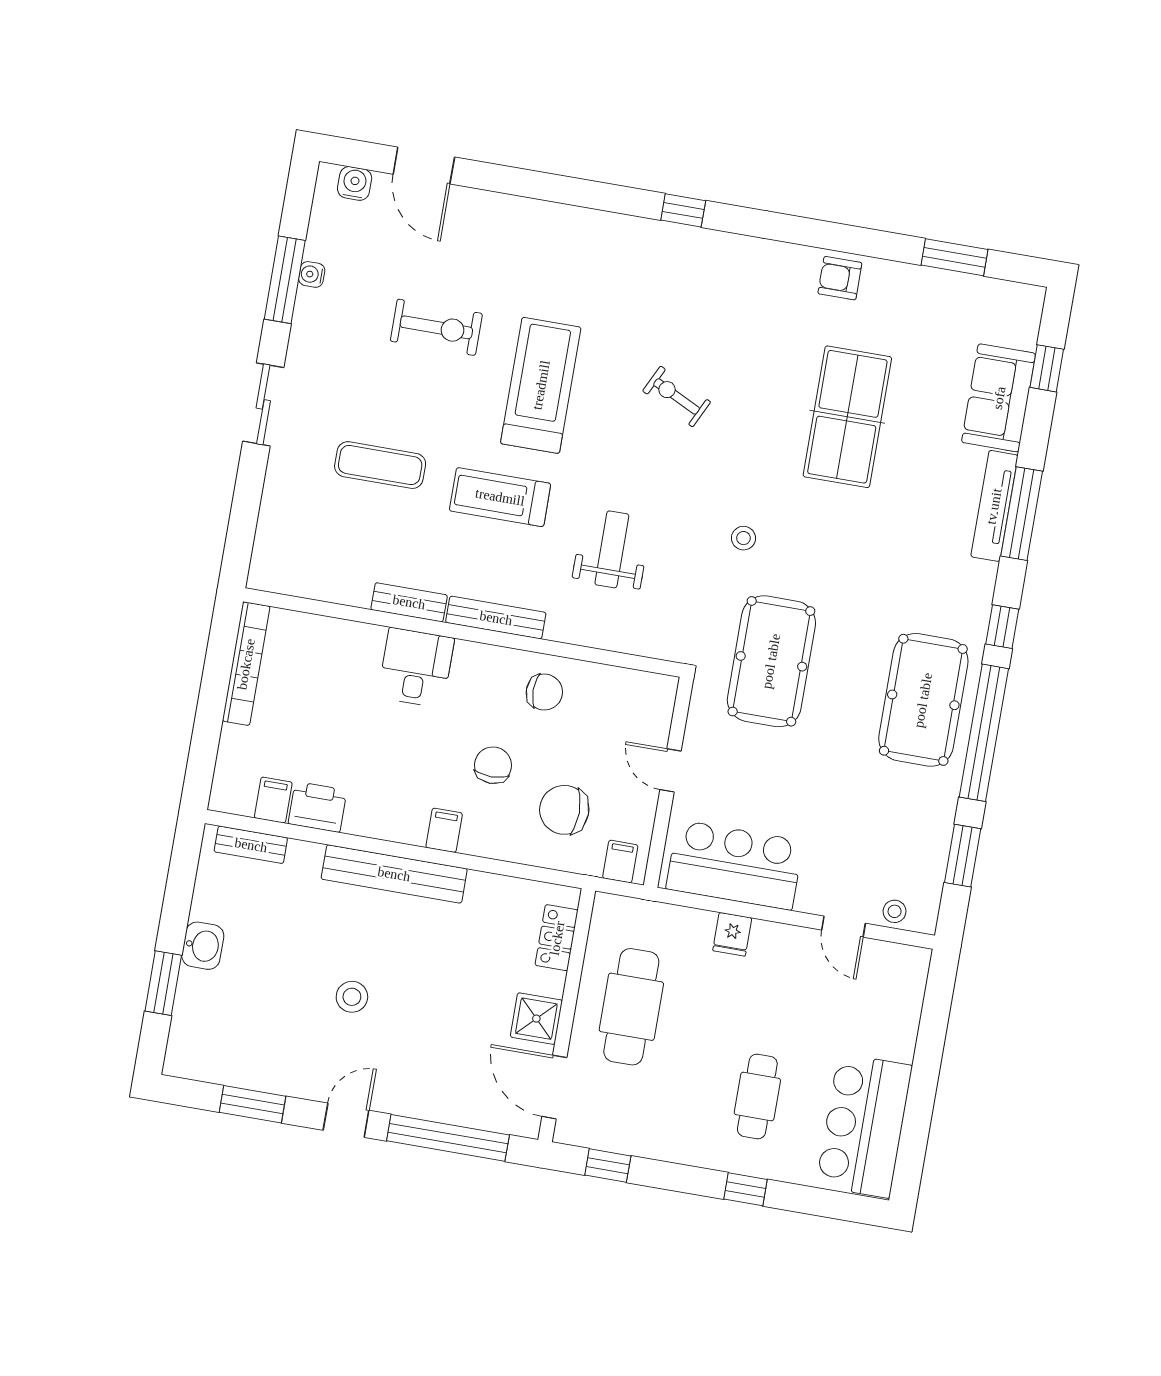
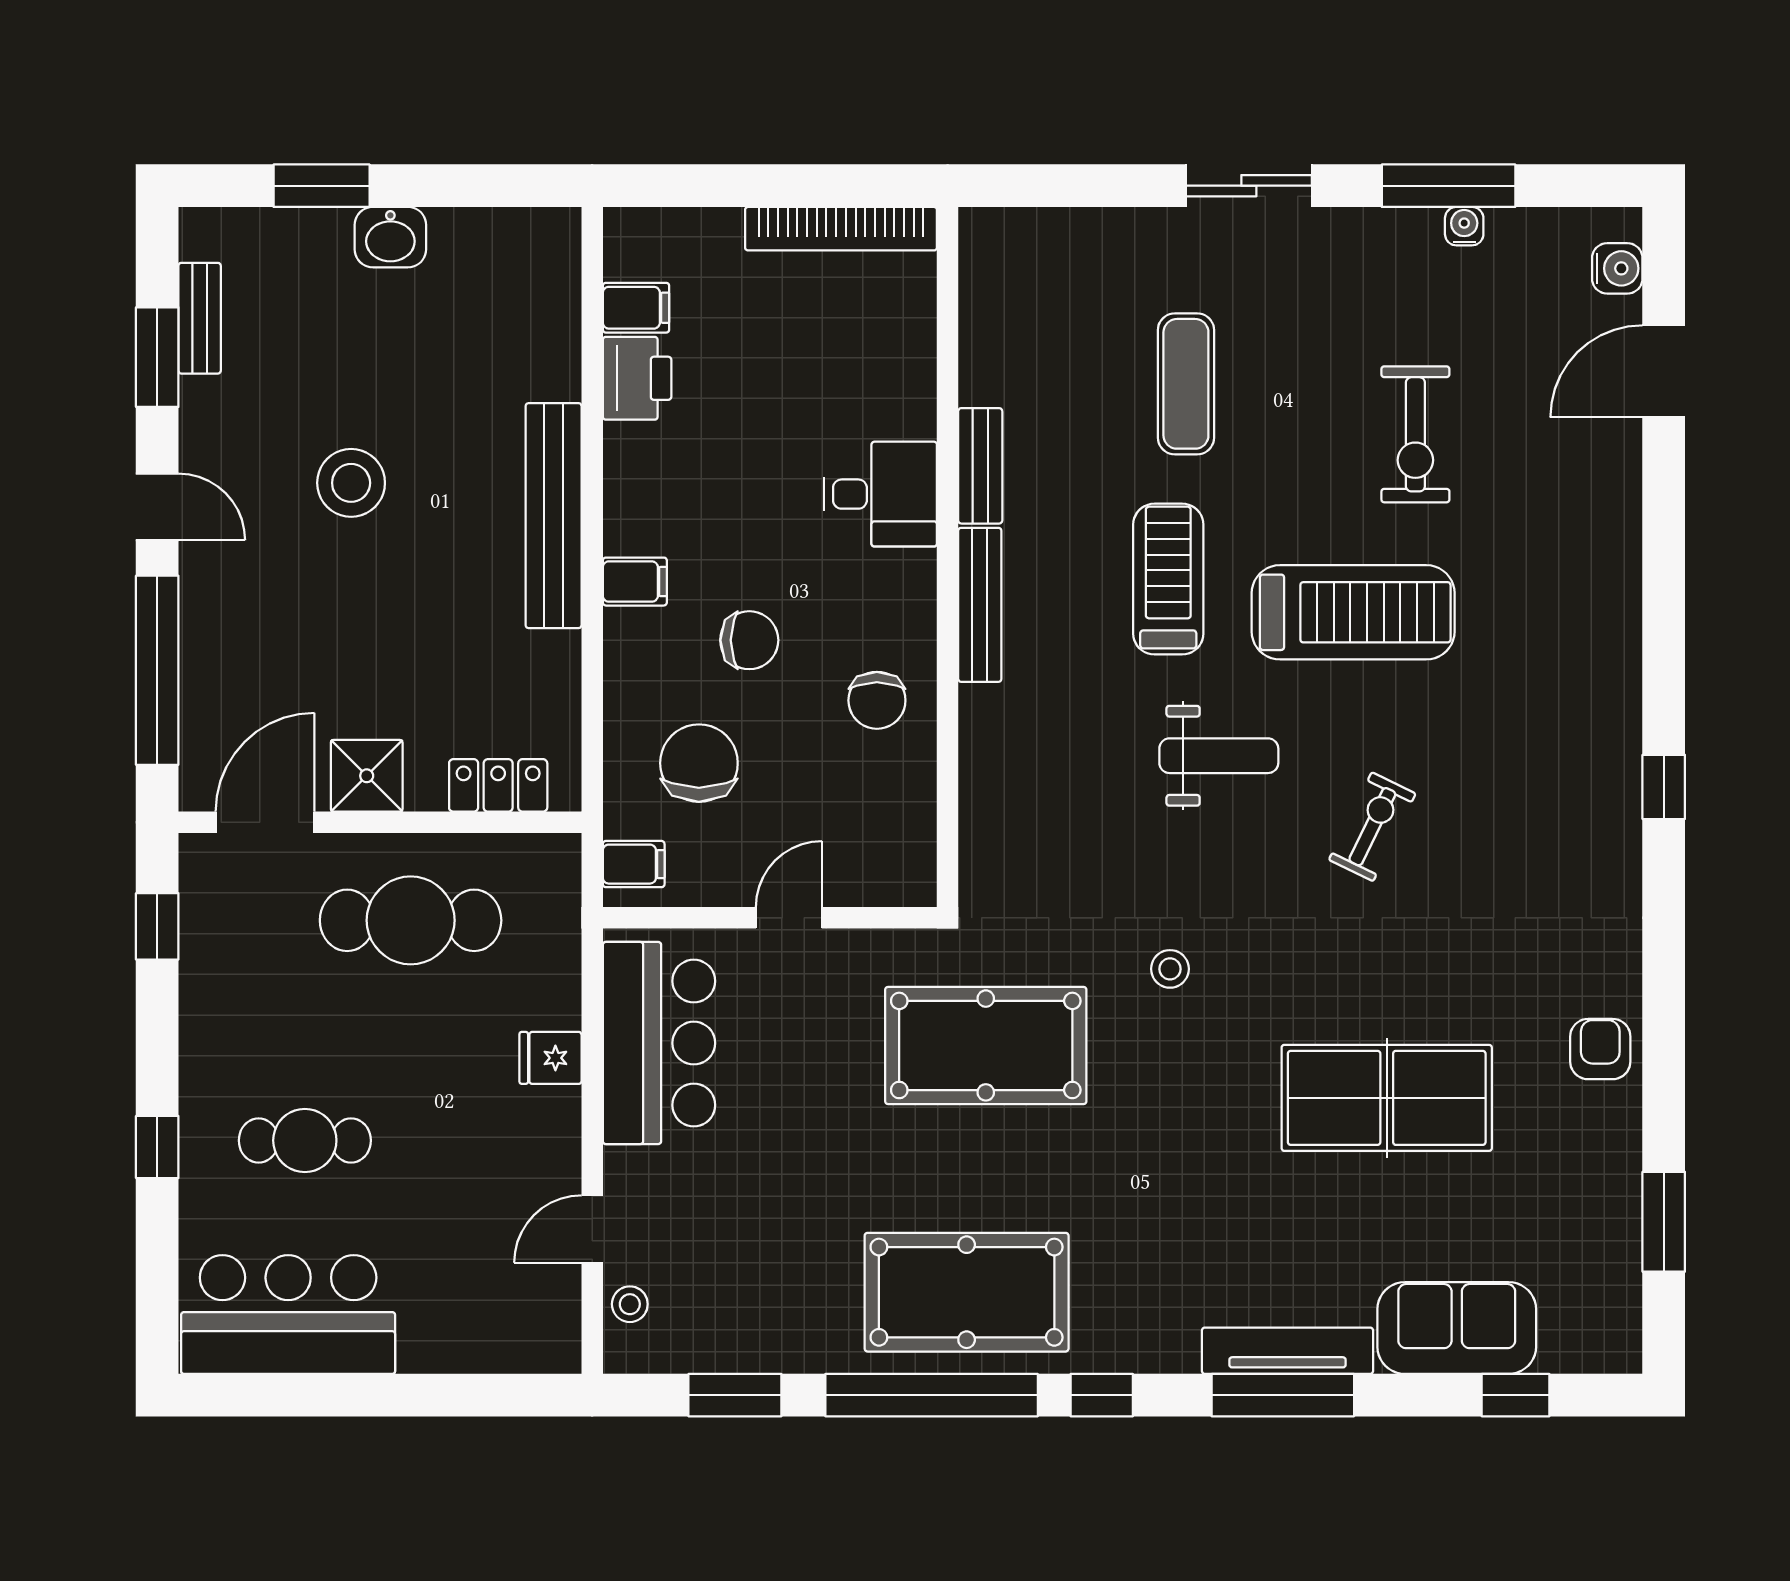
weight bench: (612, 549) -> (1219, 756), moved
bench: (251, 845) -> (200, 318), moved
stool: (352, 997) -> (351, 483), width x1.38, depth x1.38

